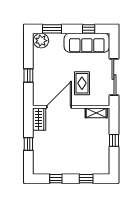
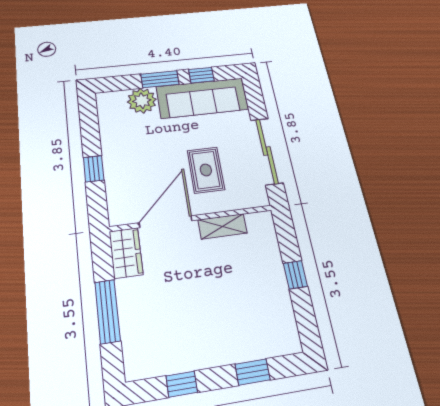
window: (52, 29) -> (160, 79), moved
plant: (41, 41) -> (142, 101), moved
shelving: (96, 113) -> (222, 226), moved
window: (28, 144) -> (107, 311), width x2.17

